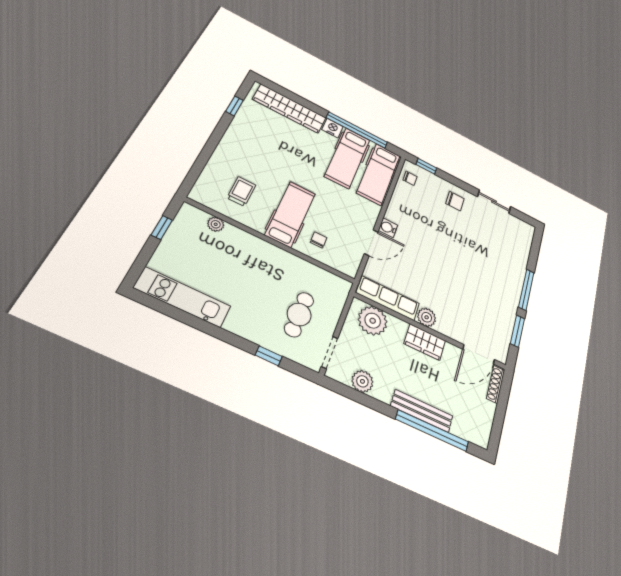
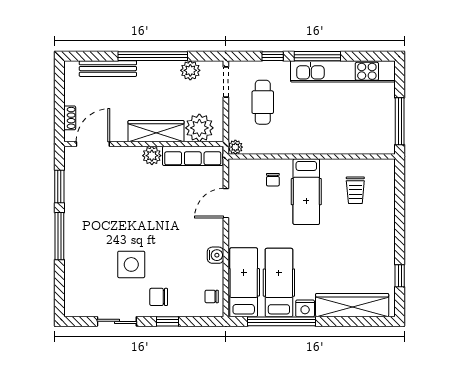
window: (426, 166) -> (167, 321), moved
plant: (216, 224) -> (235, 147), moved
window: (162, 228) -> (400, 121), width x2.17
water cooler: (388, 228) -> (216, 255), moved
side table: (471, 237) -> (131, 264), added
kitchen unit: (183, 297) -> (343, 71), width x1.36
window: (219, 333) -> (317, 56), added
wardrobe: (425, 342) -> (156, 131), width x1.50
shoe rack: (496, 384) -> (70, 118), width x0.70
bench: (422, 411) -> (108, 69), moved
window: (432, 431) -> (153, 56), moved

